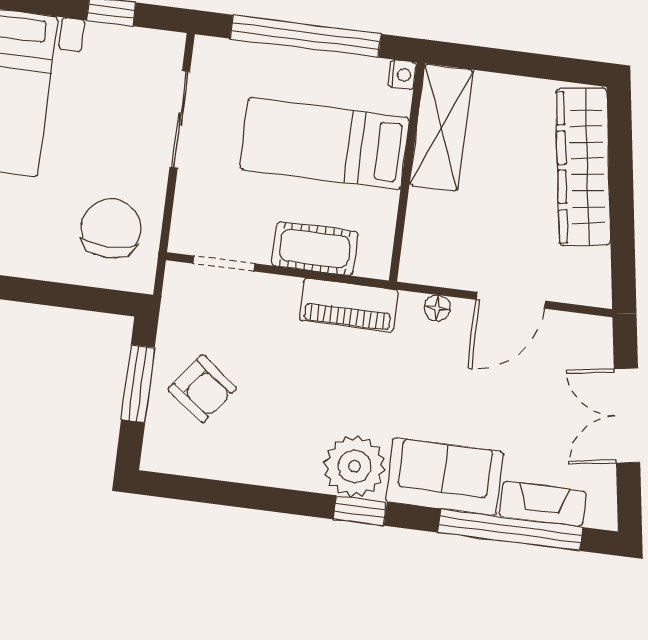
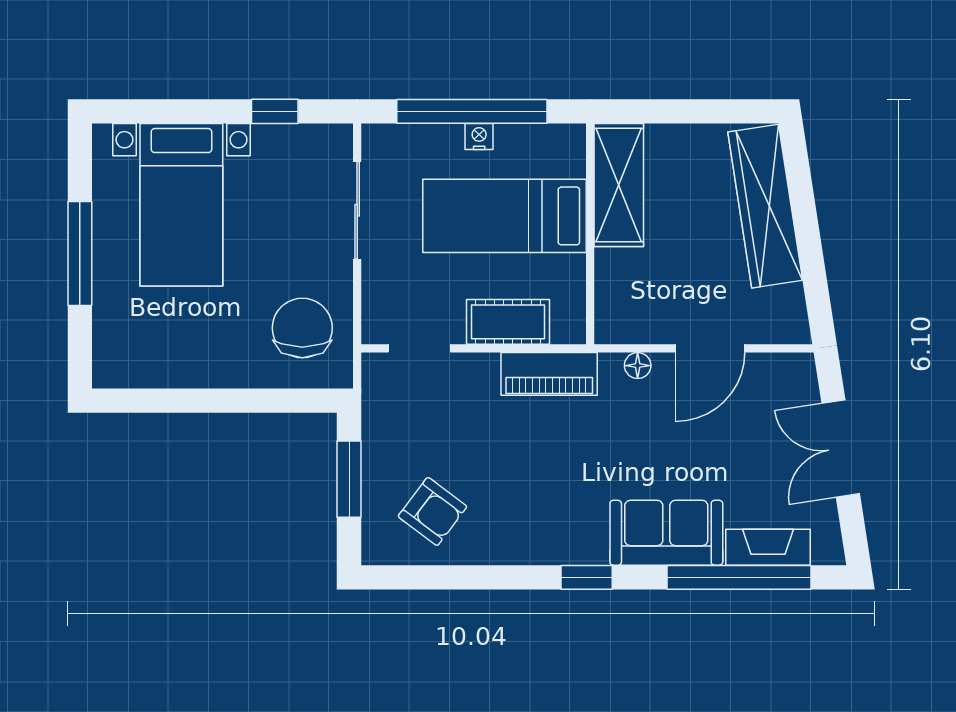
nightstand: (402, 75) -> (479, 137), moved, turned -90
armchair: (202, 389) -> (432, 511), moved
plant: (354, 466) -> (575, 534), removed

